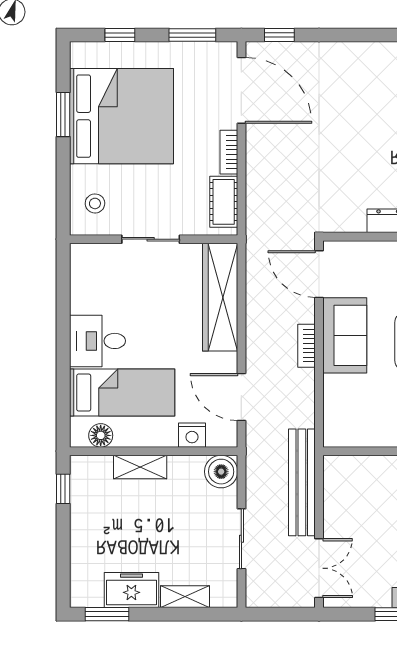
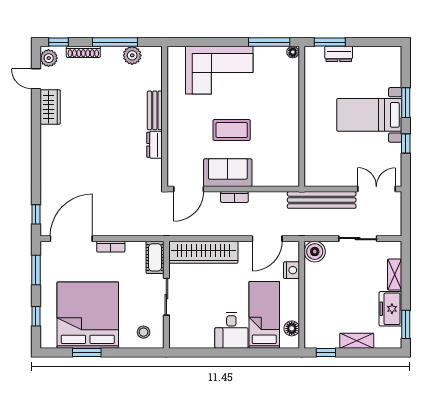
cot: (224, 202) -> (155, 257), moved, turned 90
shelving: (140, 467) -> (357, 341), moved, turned 90

